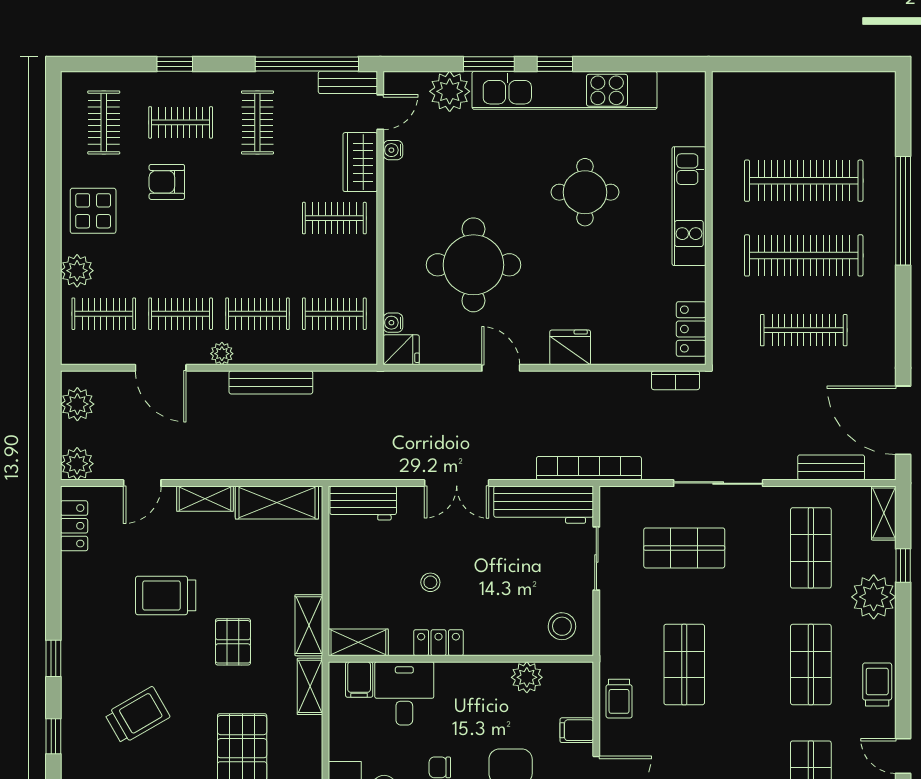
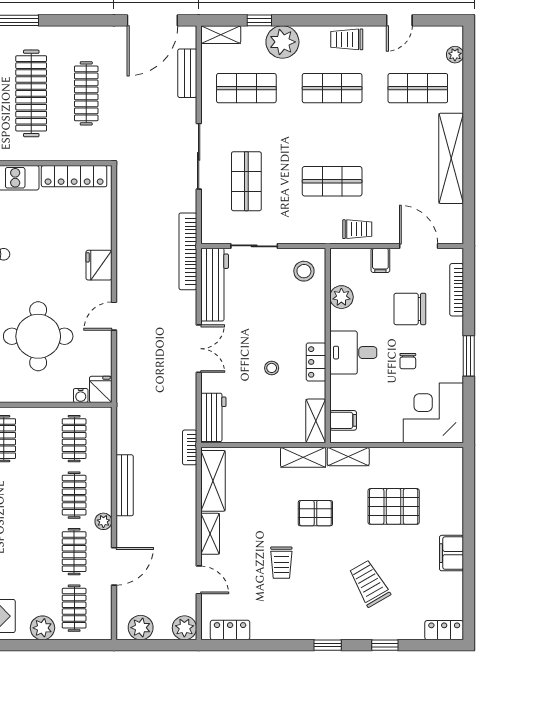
locker: (691, 329) -> (74, 176), width x1.53
bookcase: (676, 380) -> (190, 447), moved, turned 180
trolley: (166, 595) -> (281, 563), width x0.73, depth x0.72
desk: (404, 693) -> (353, 353), moved

